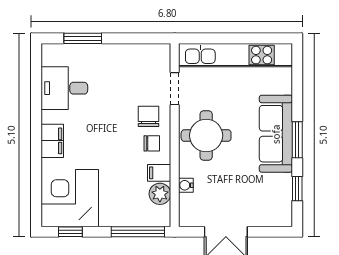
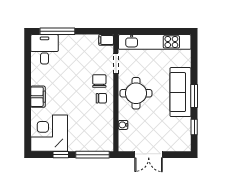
window: (83, 38) -> (57, 31), width x1.44
desk: (64, 88) -> (45, 49), moved, turned 90
filing cabinet: (159, 173) -> (106, 40), moved
plant: (160, 194) -> (107, 130), removed
window: (70, 232) -> (61, 155), moved

